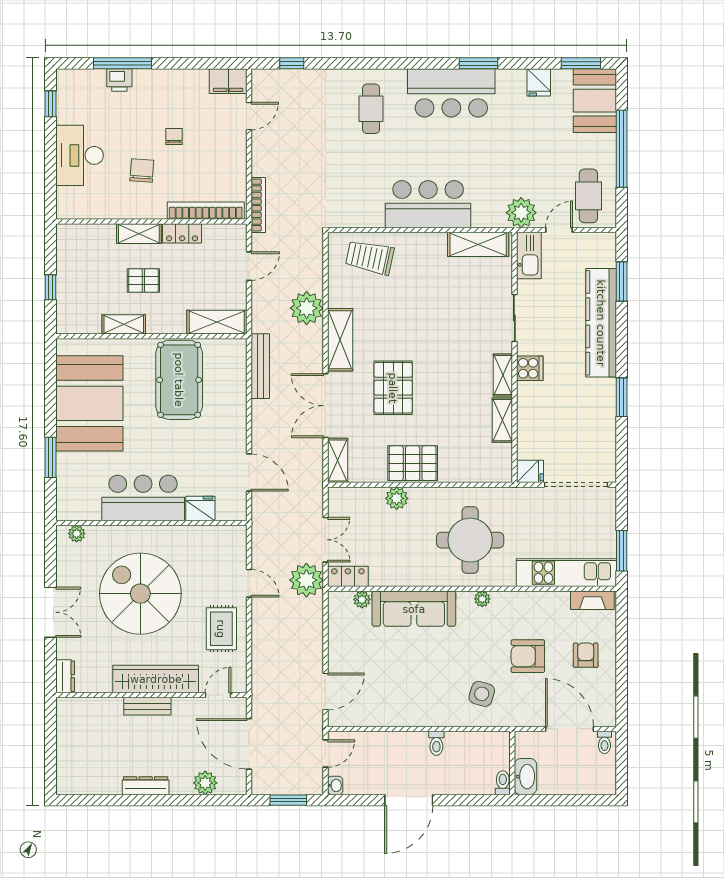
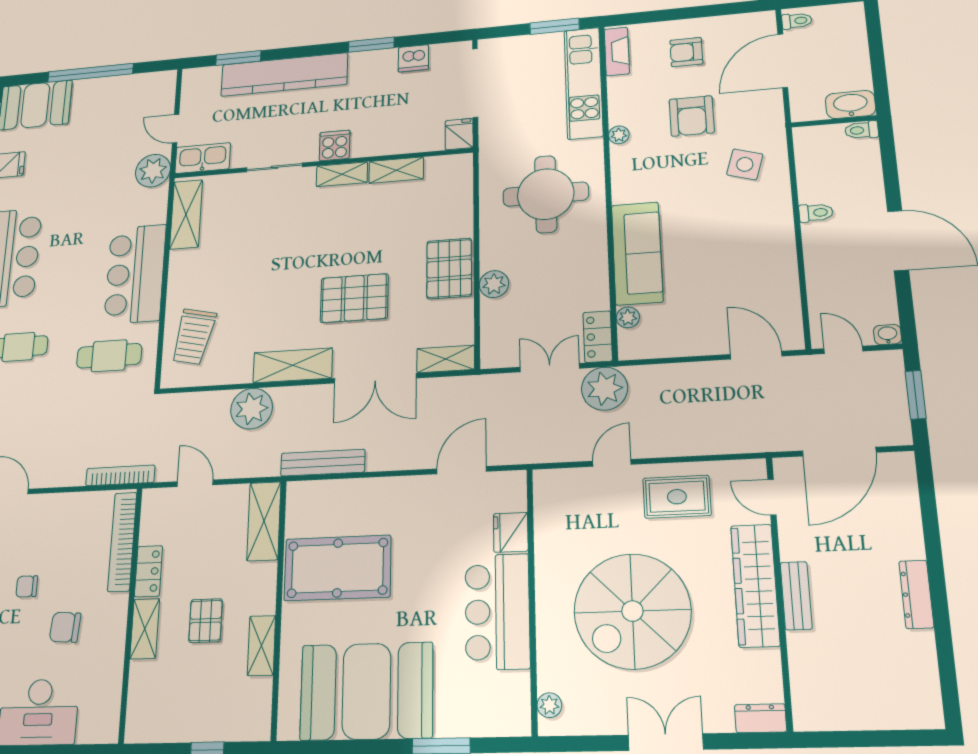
cafe table: (588, 196) -> (109, 356), moved
dishwasher: (605, 433) -> (413, 58), added
plant: (482, 599) -> (619, 135), moved
plant: (205, 783) -> (903, 509), removed

